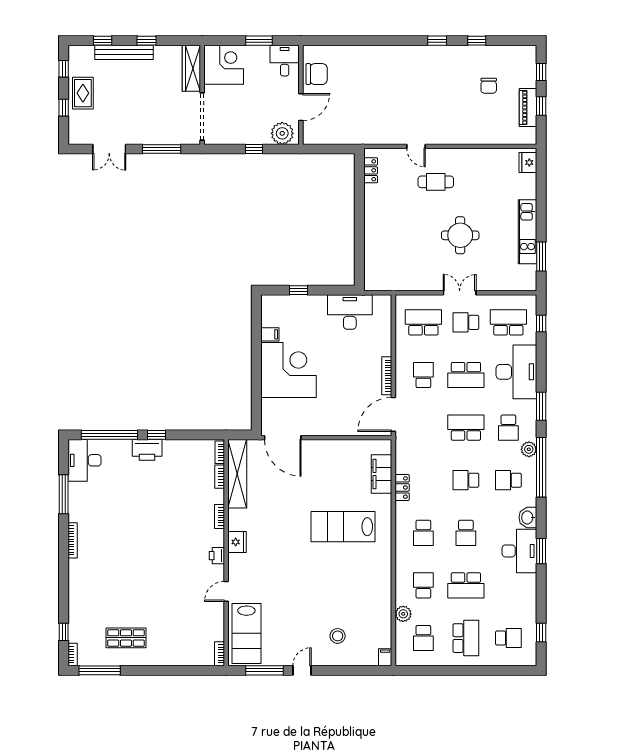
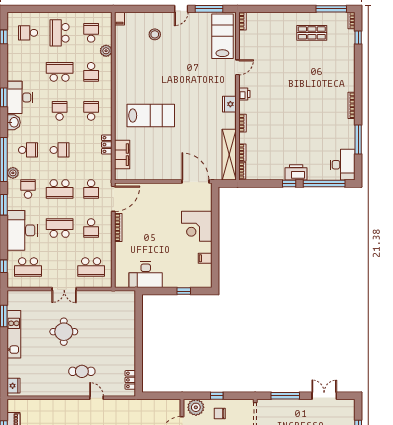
chair: (250, 125) -> (220, 414), added
school desk: (466, 322) -> (91, 189), moved, turned 90
corner desk: (288, 370) -> (197, 226), width x0.74, depth x0.74

